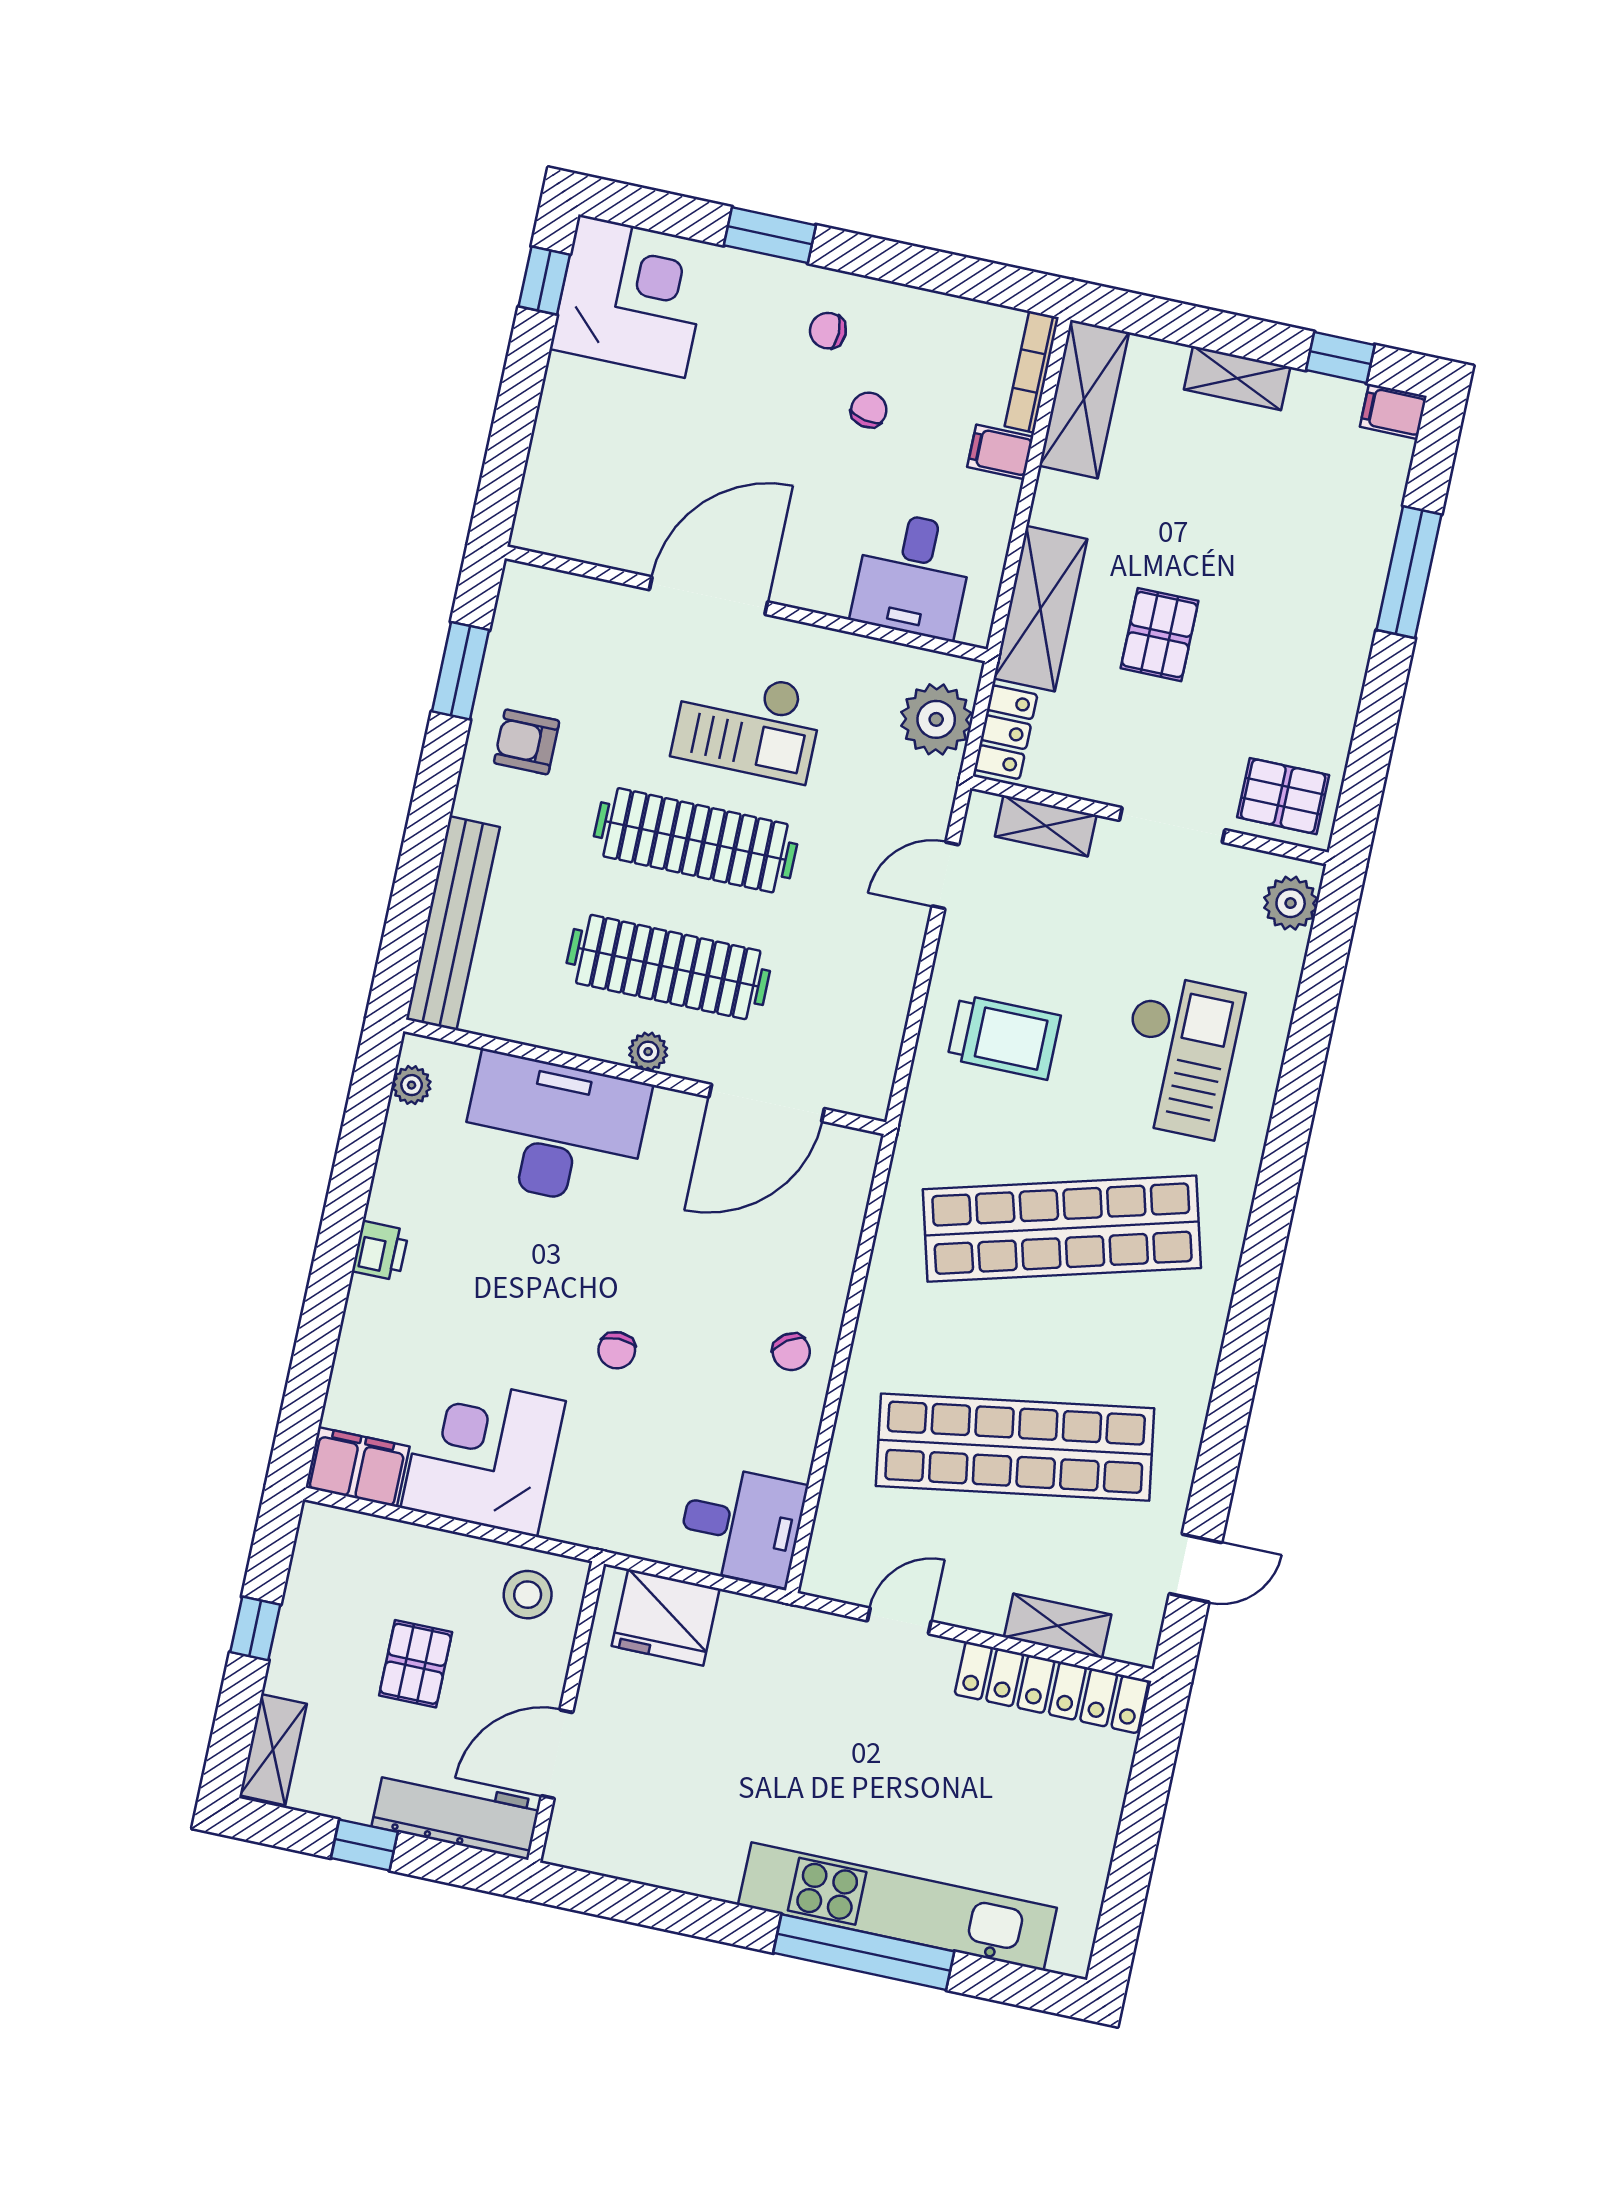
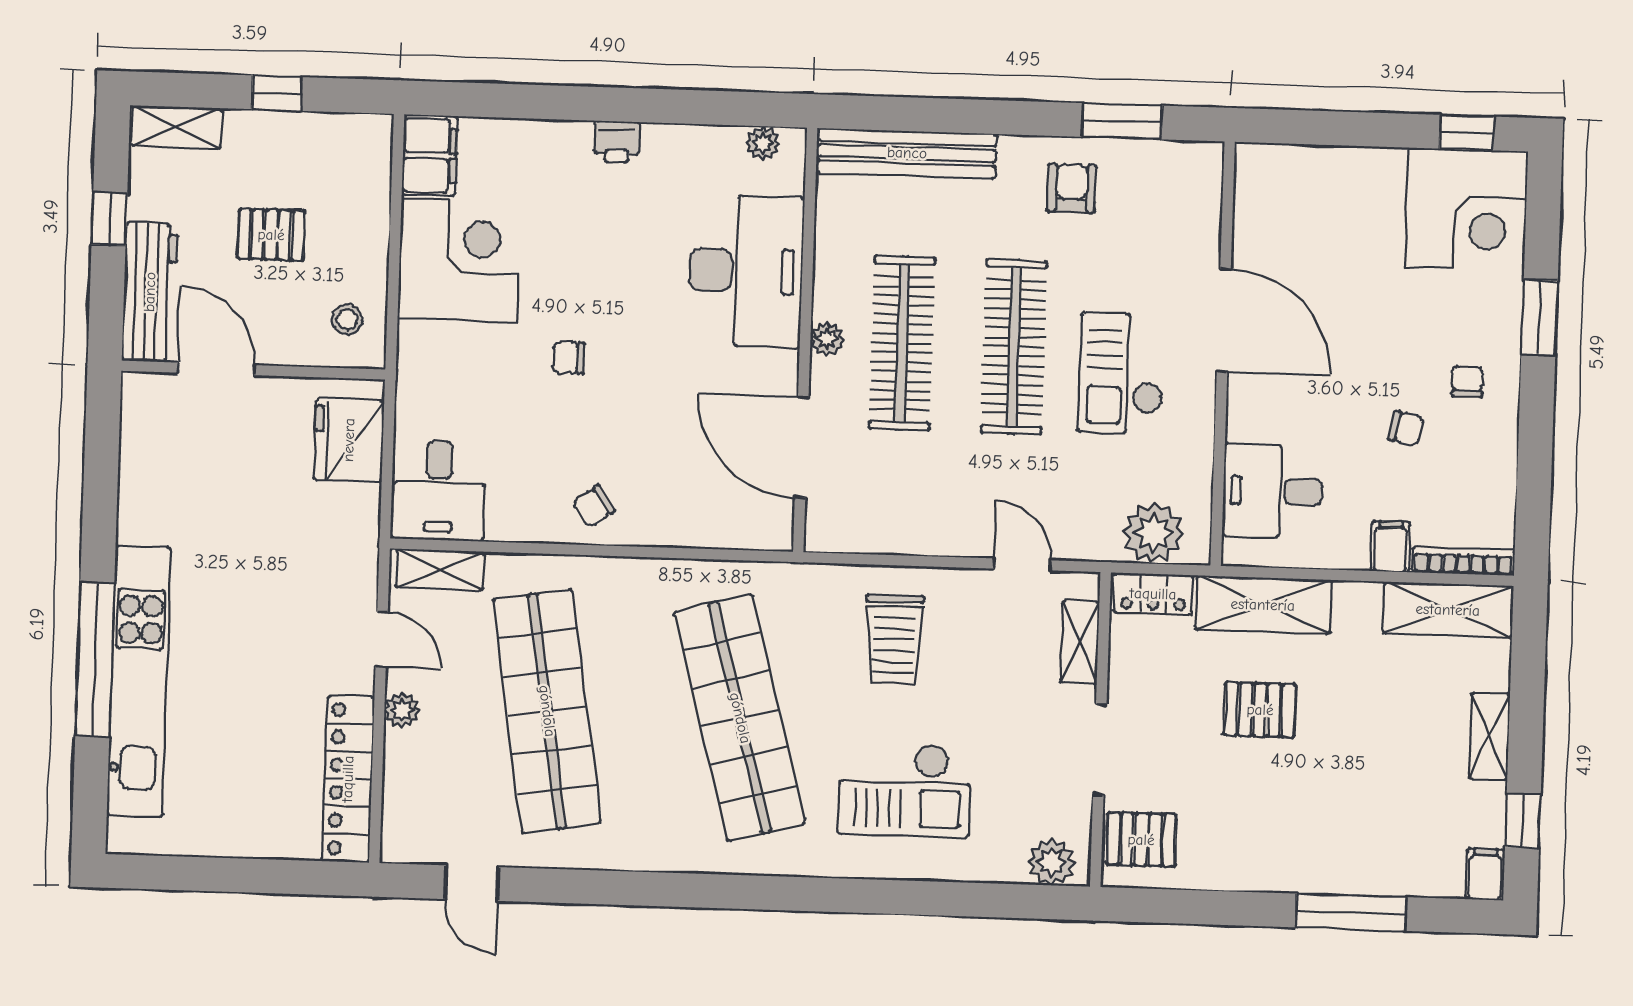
pallet: (1283, 796) -> (1141, 840), turned 90
stool: (528, 1595) -> (347, 319), width x0.73, depth x0.73
plant: (984, 1612) -> (402, 710), added
shelving: (1058, 1626) -> (440, 570), moved, turned 90

